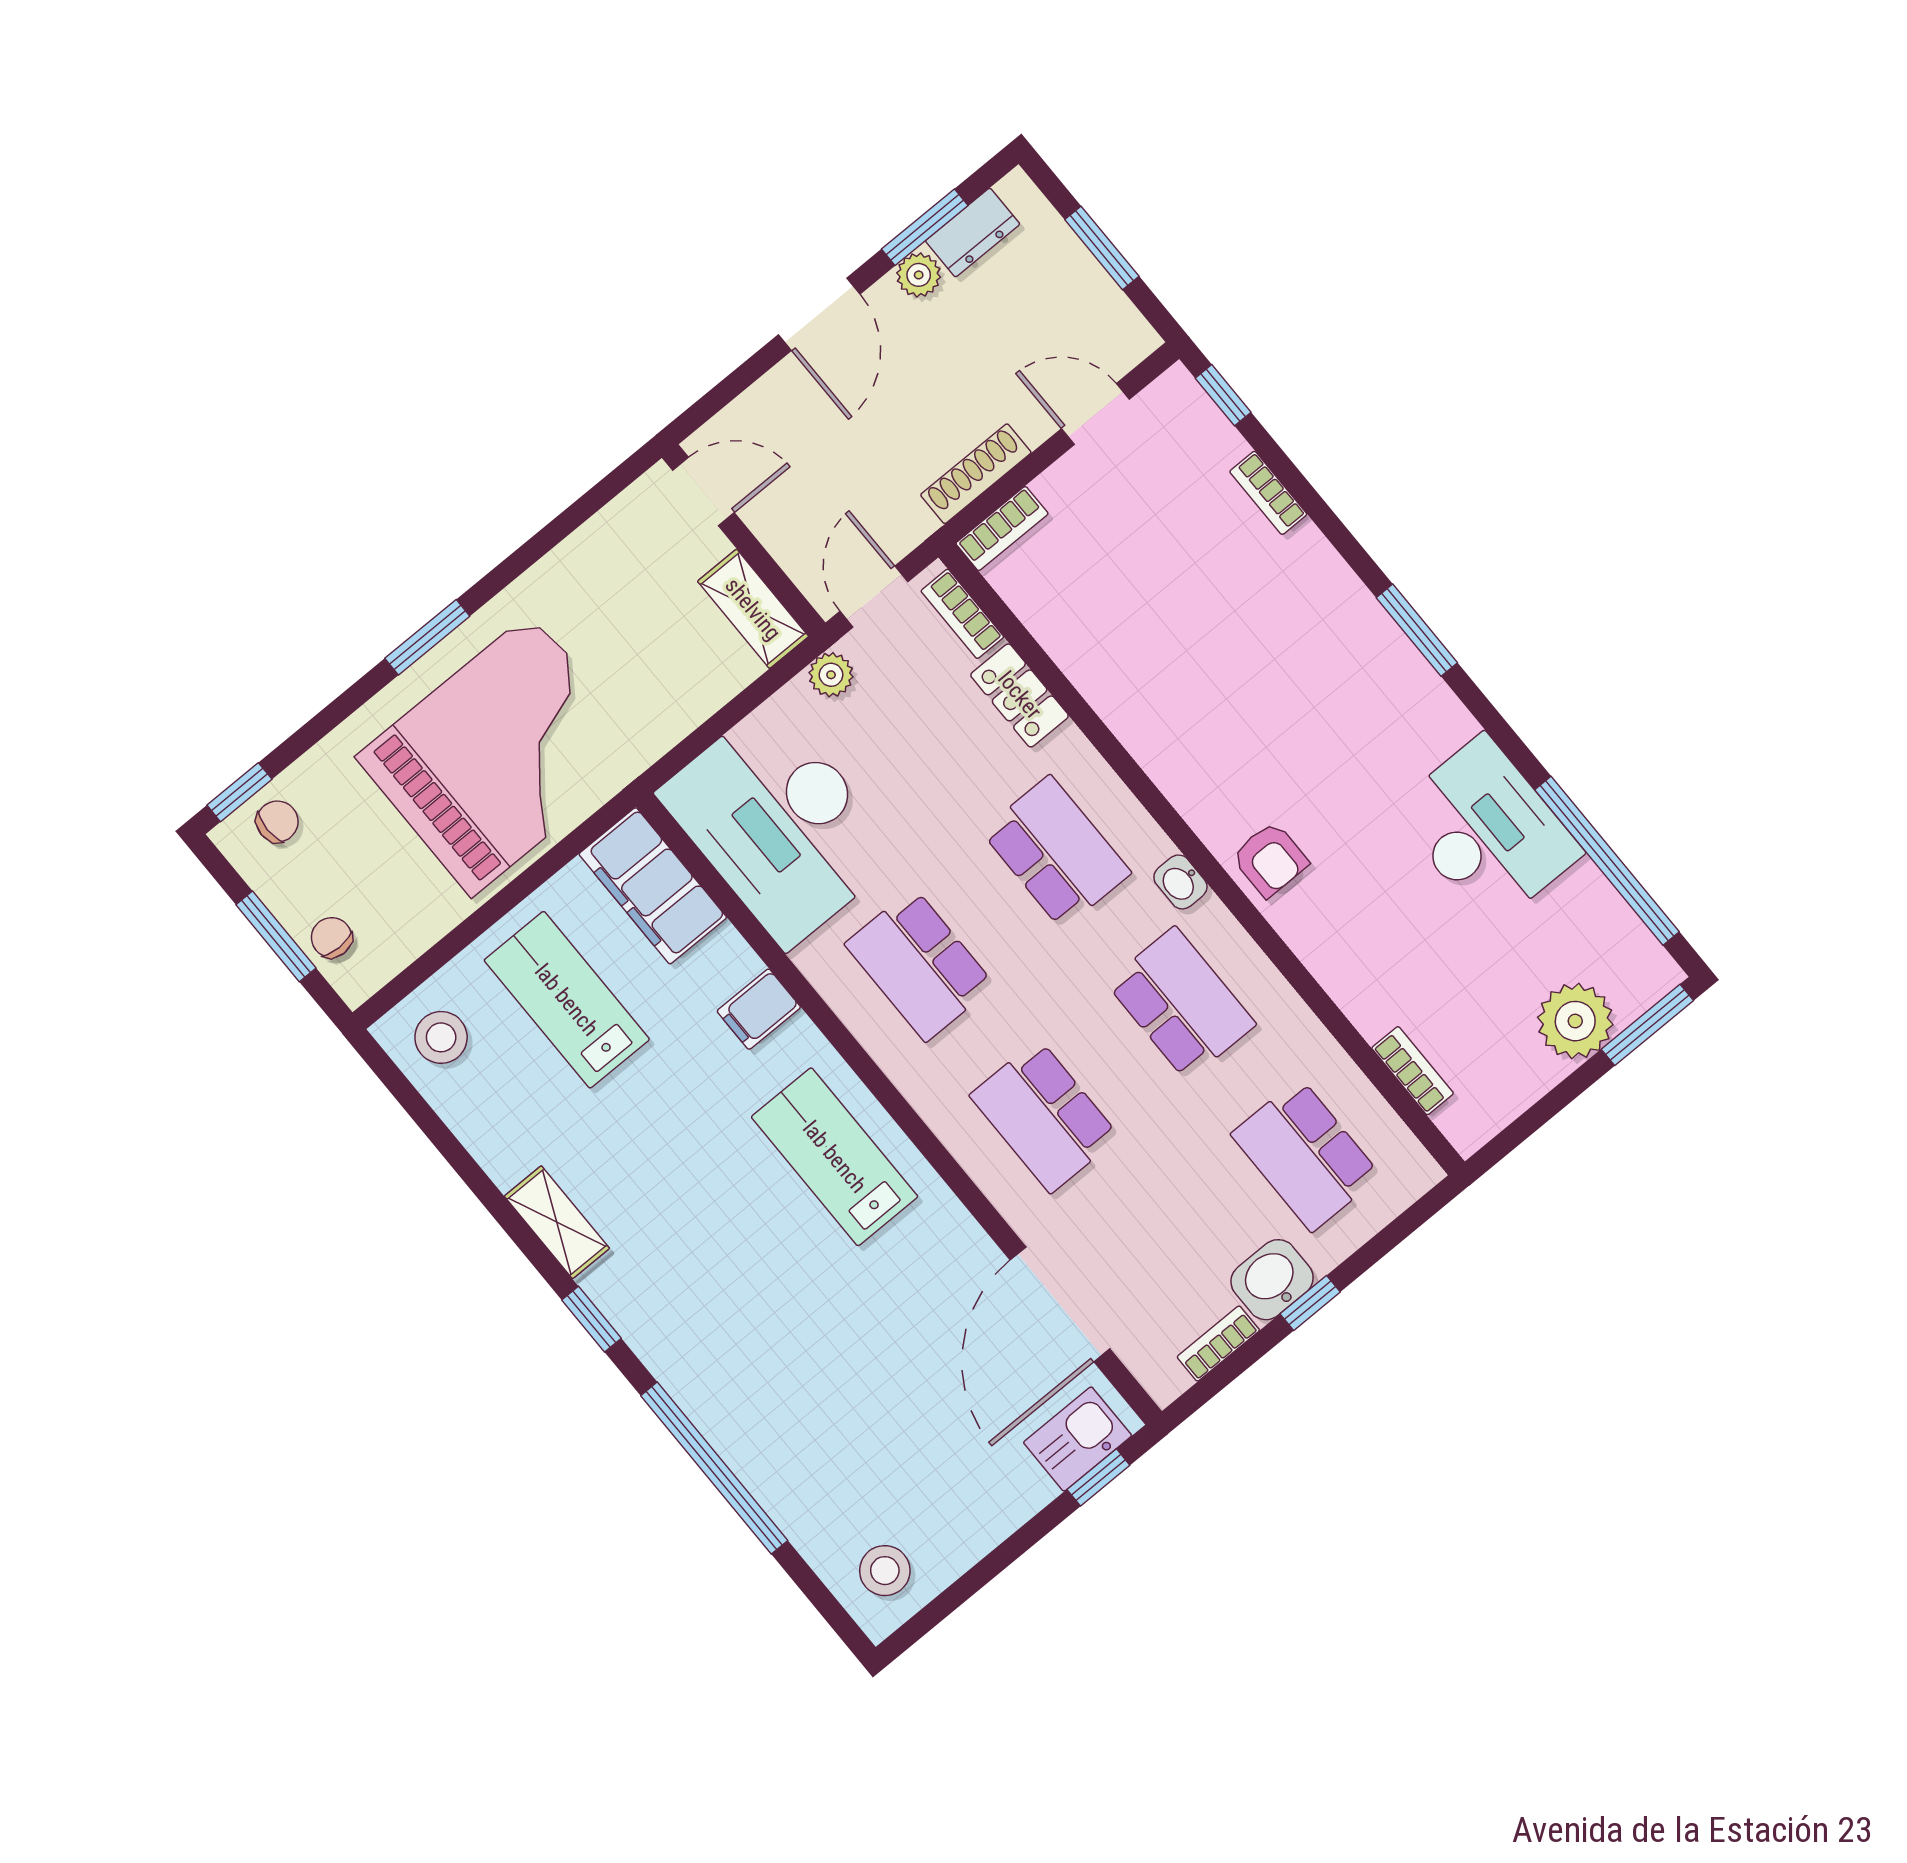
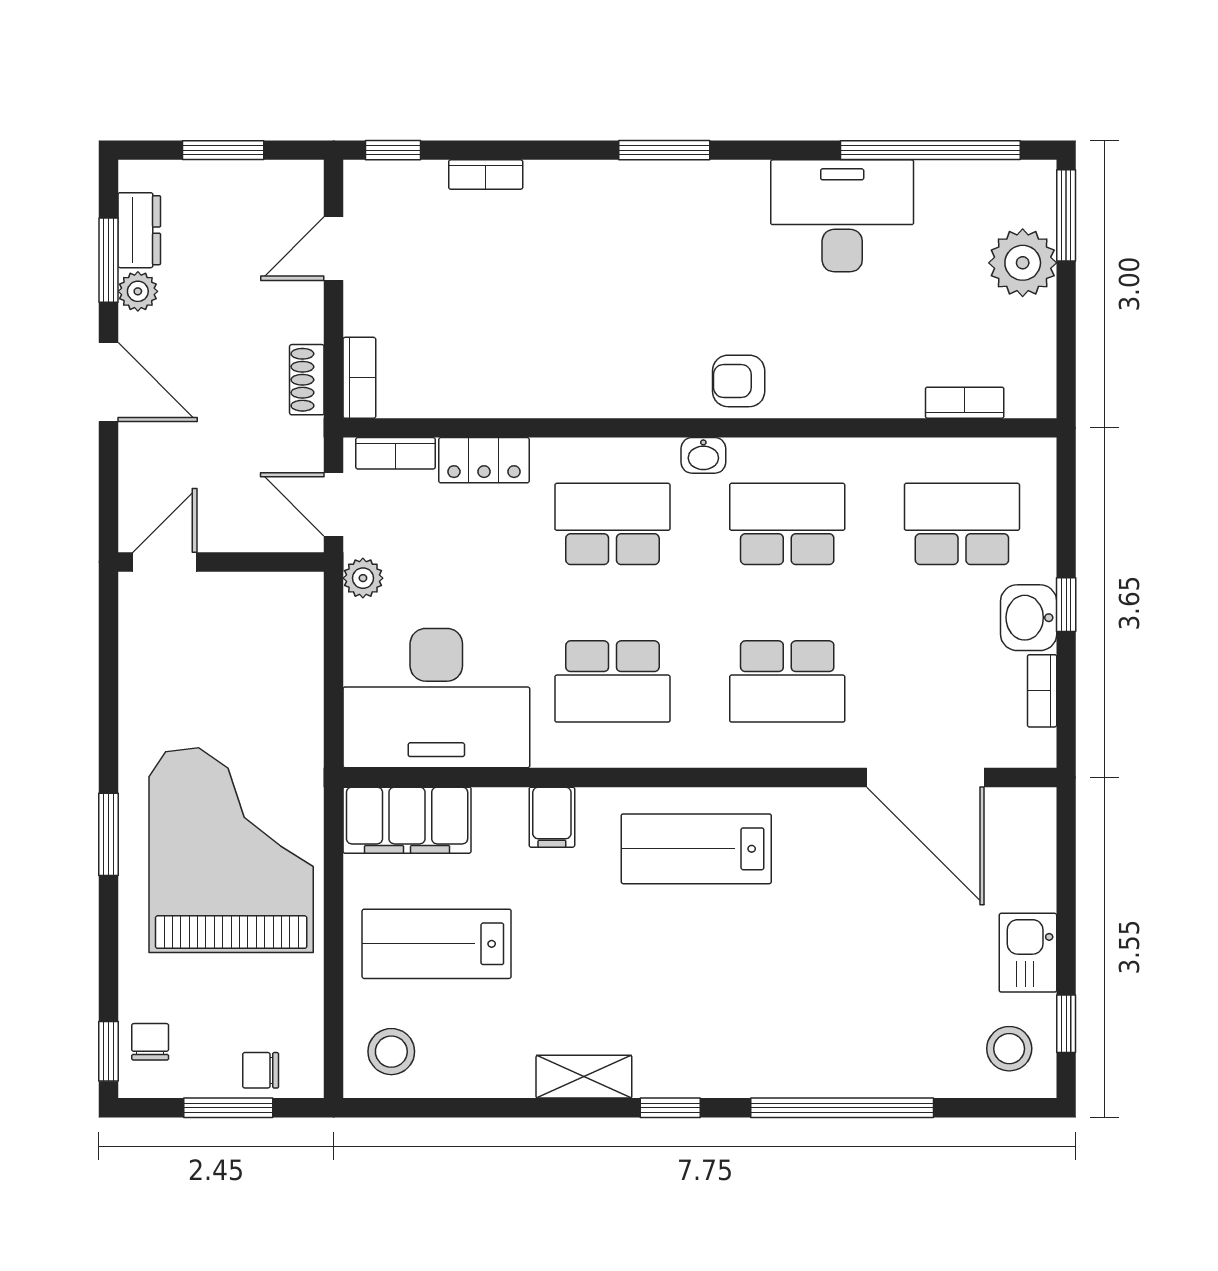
shoe rack: (976, 474) -> (307, 380), width x0.70
shelving: (753, 609) -> (273, 594), removed
armchair: (1270, 859) -> (739, 381), turned 180
school desk: (1306, 1155) -> (962, 524), turned 180
kitchen sink: (1078, 1439) -> (1028, 953), moved
window: (1098, 1477) -> (1066, 1024), moved

